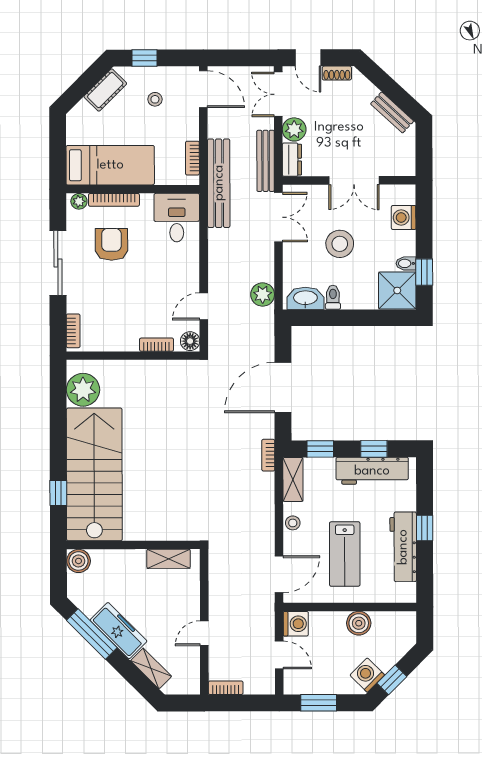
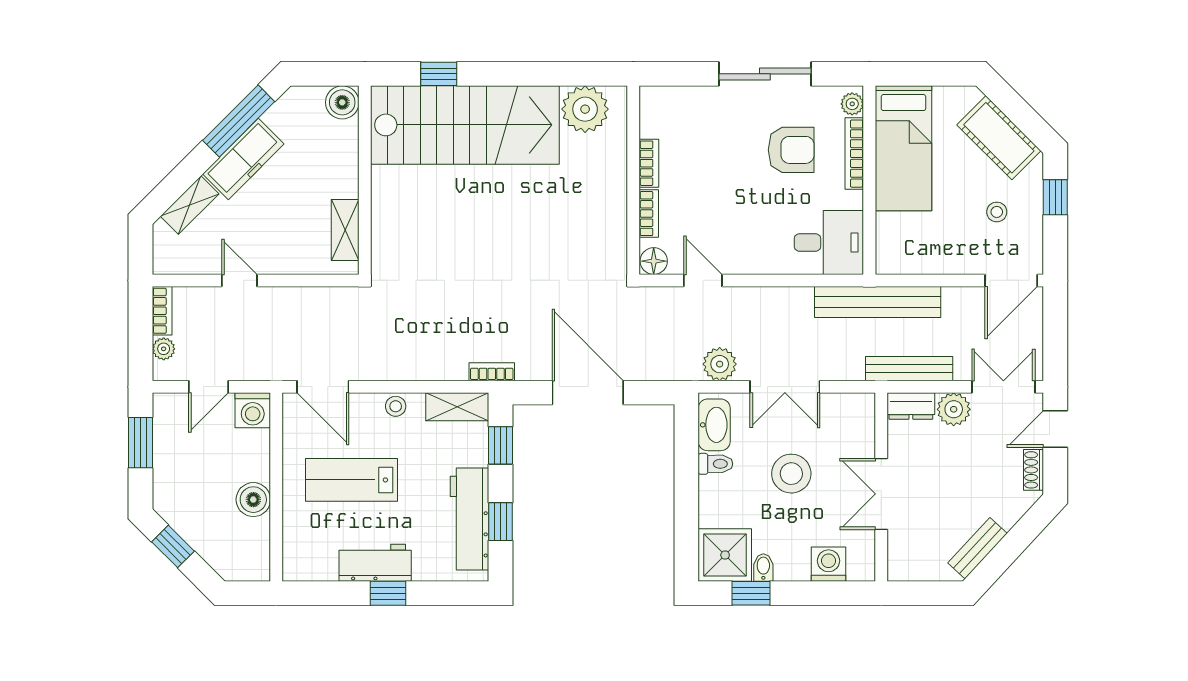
cot: (105, 90) -> (999, 138), width x1.37, depth x1.34
bookcase: (192, 158) -> (913, 265), removed
double door: (278, 217) -> (785, 387), moved
bookcase: (73, 331) -> (649, 163), moved, turned -90
workbench: (403, 547) -> (375, 563), width x0.73
washing machine: (367, 675) -> (180, 512), removed
plant: (253, 687) -> (164, 349), added

